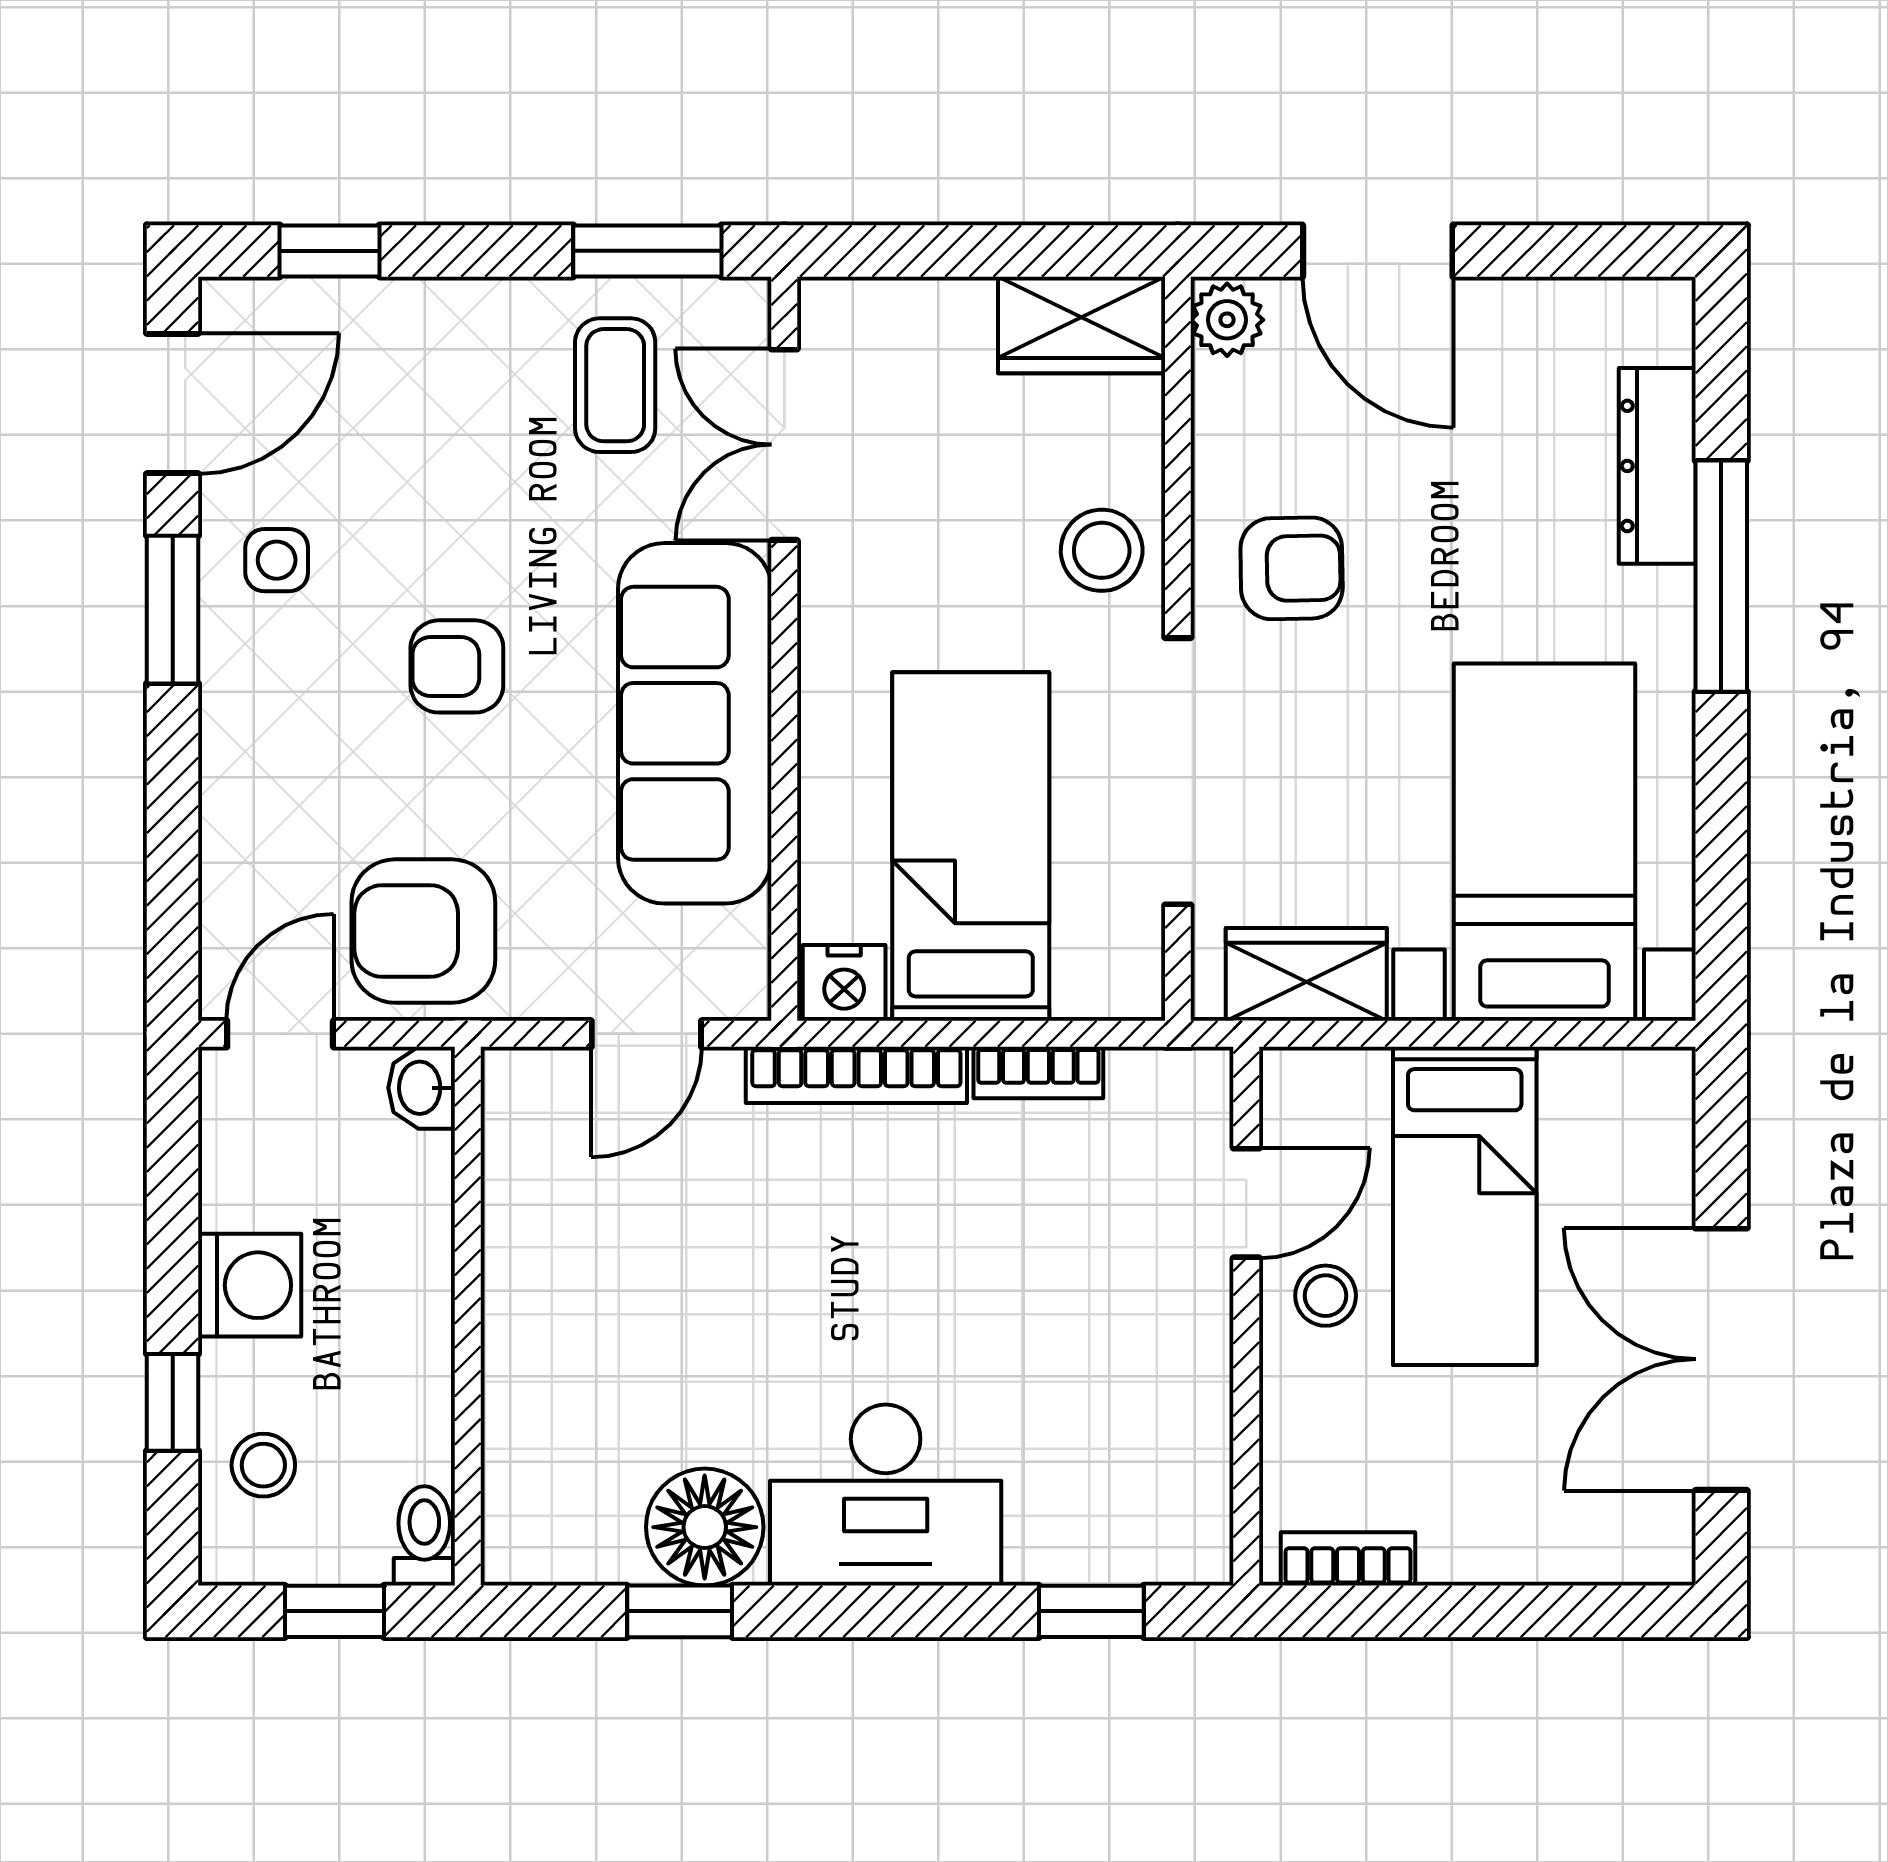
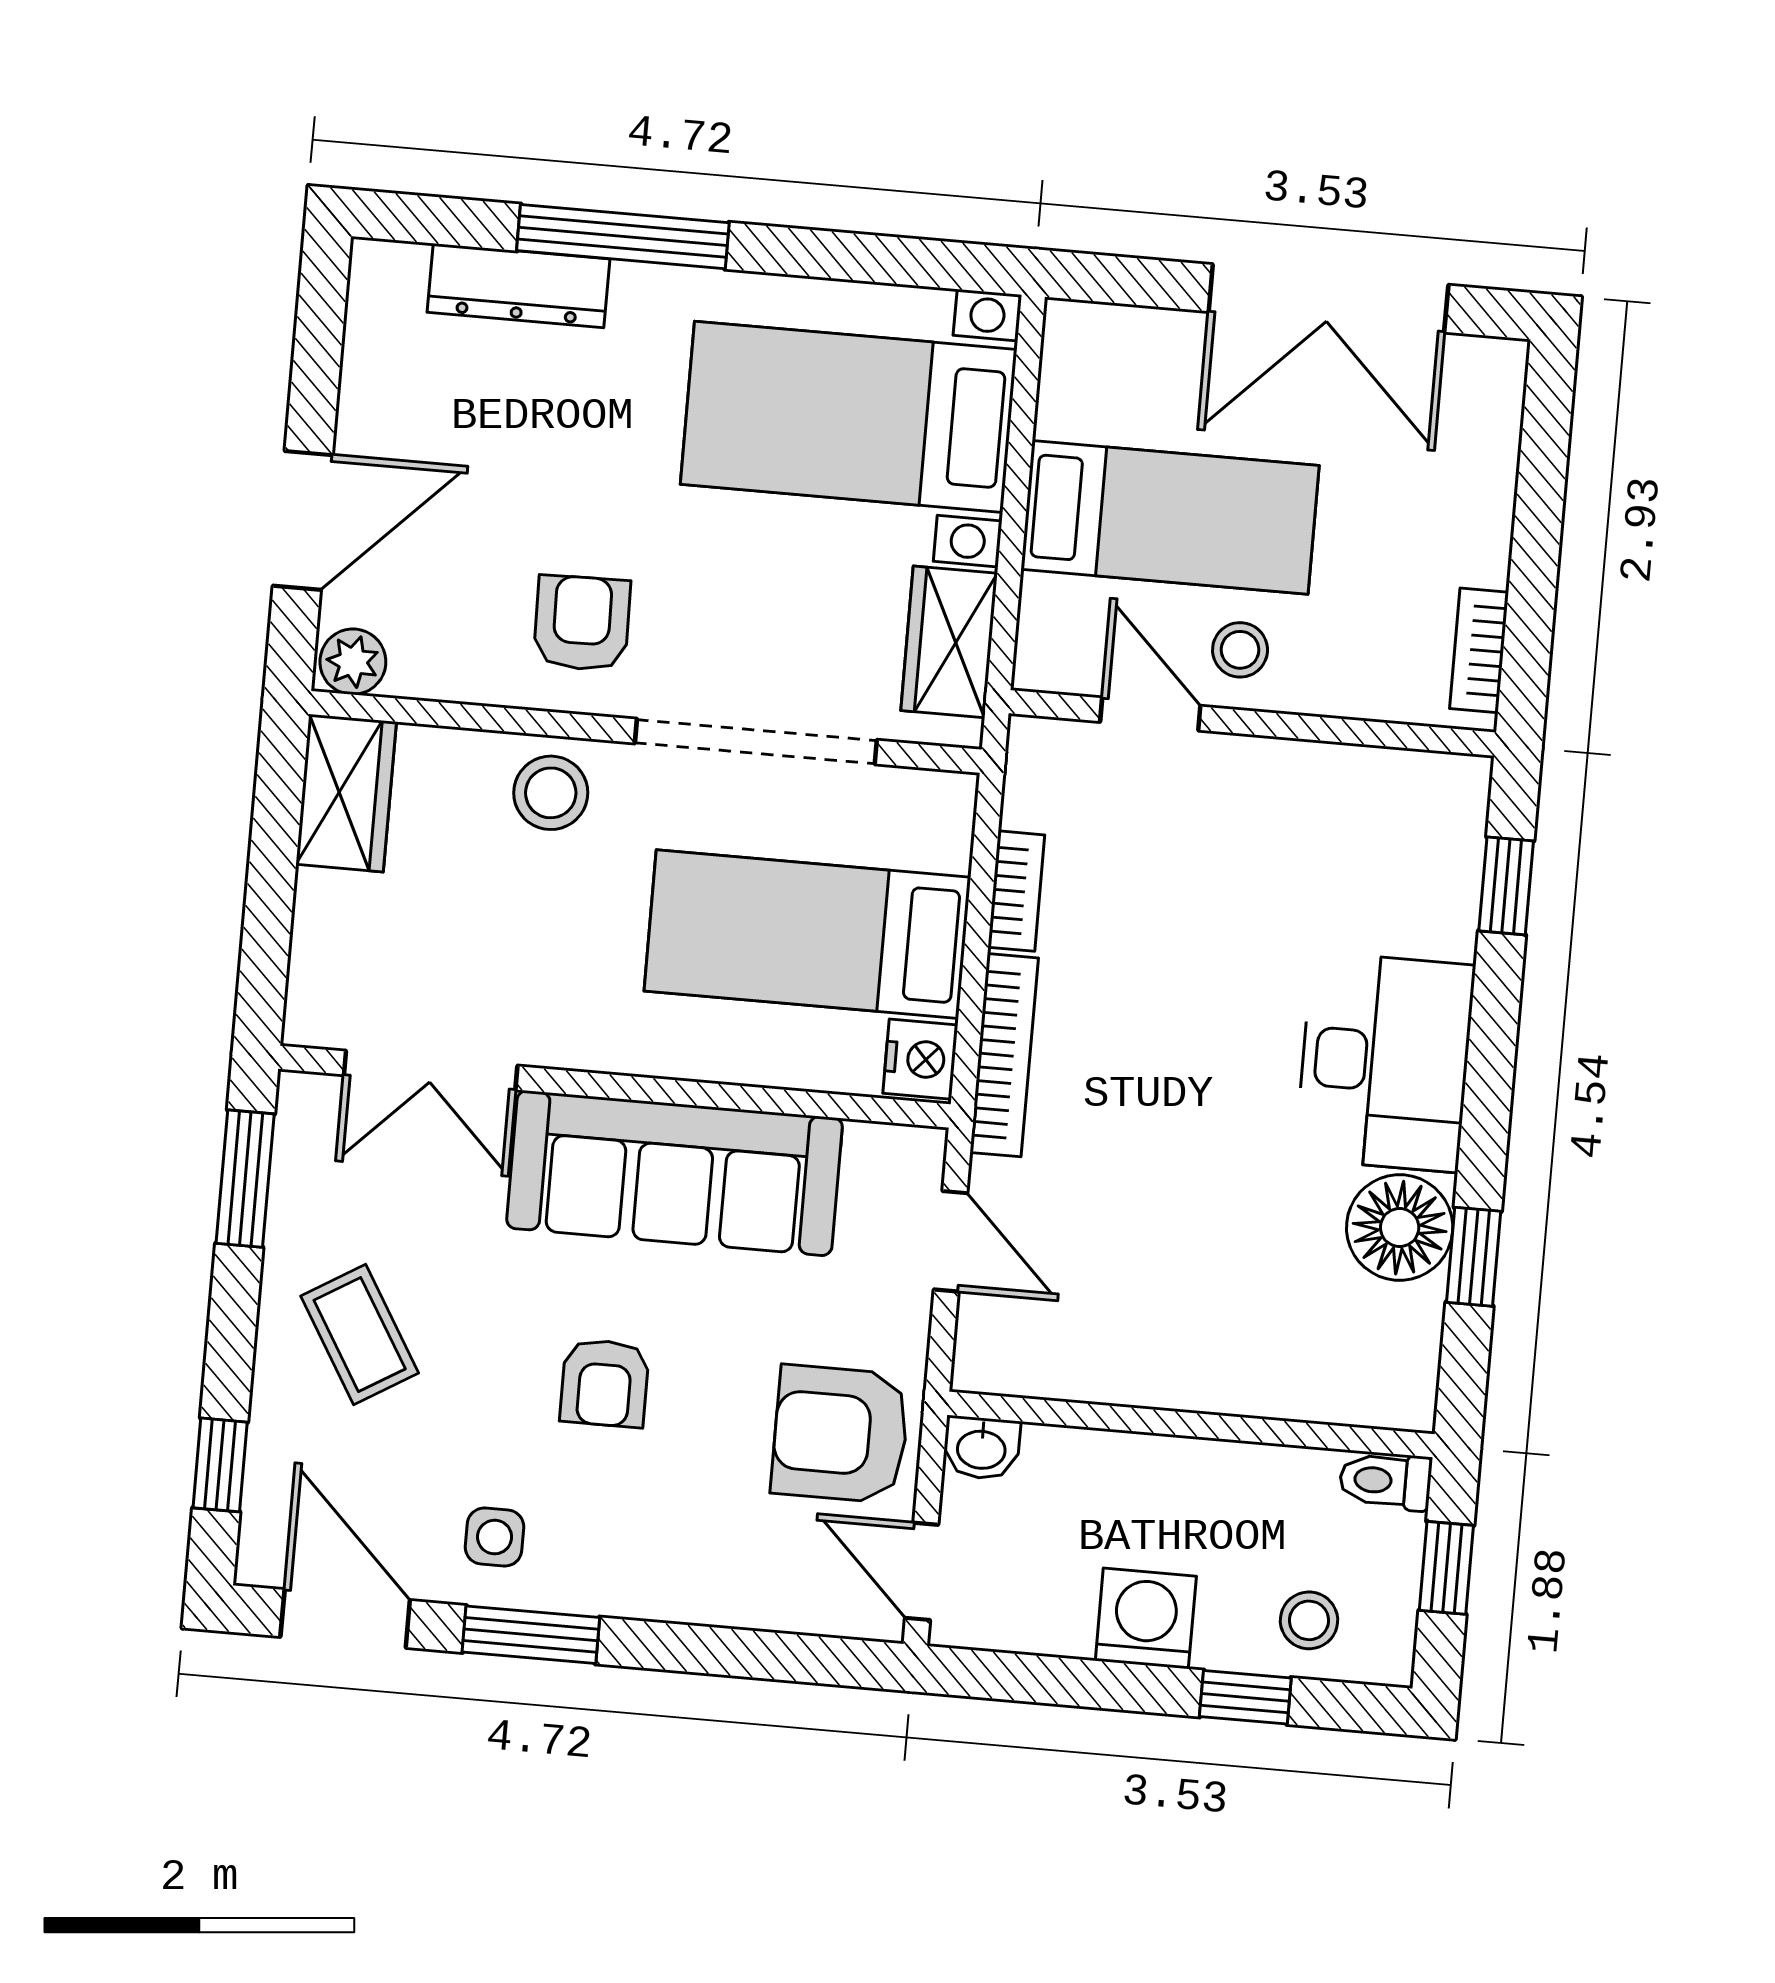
coffee table: (615, 385) -> (360, 1335), moved, turned 59
armchair: (423, 931) -> (840, 1434), turned 90

